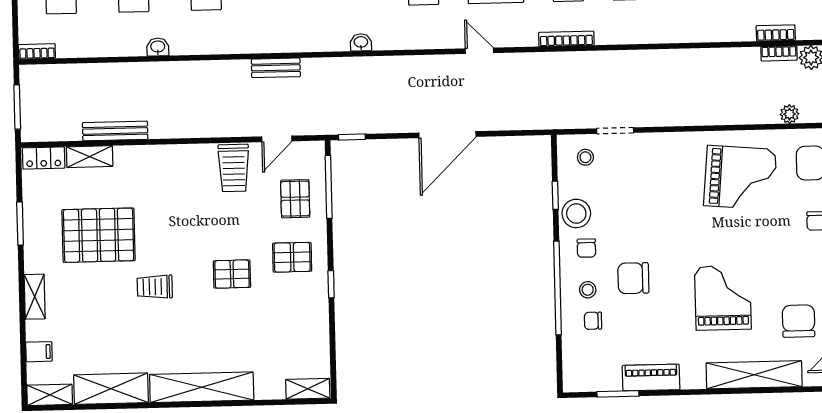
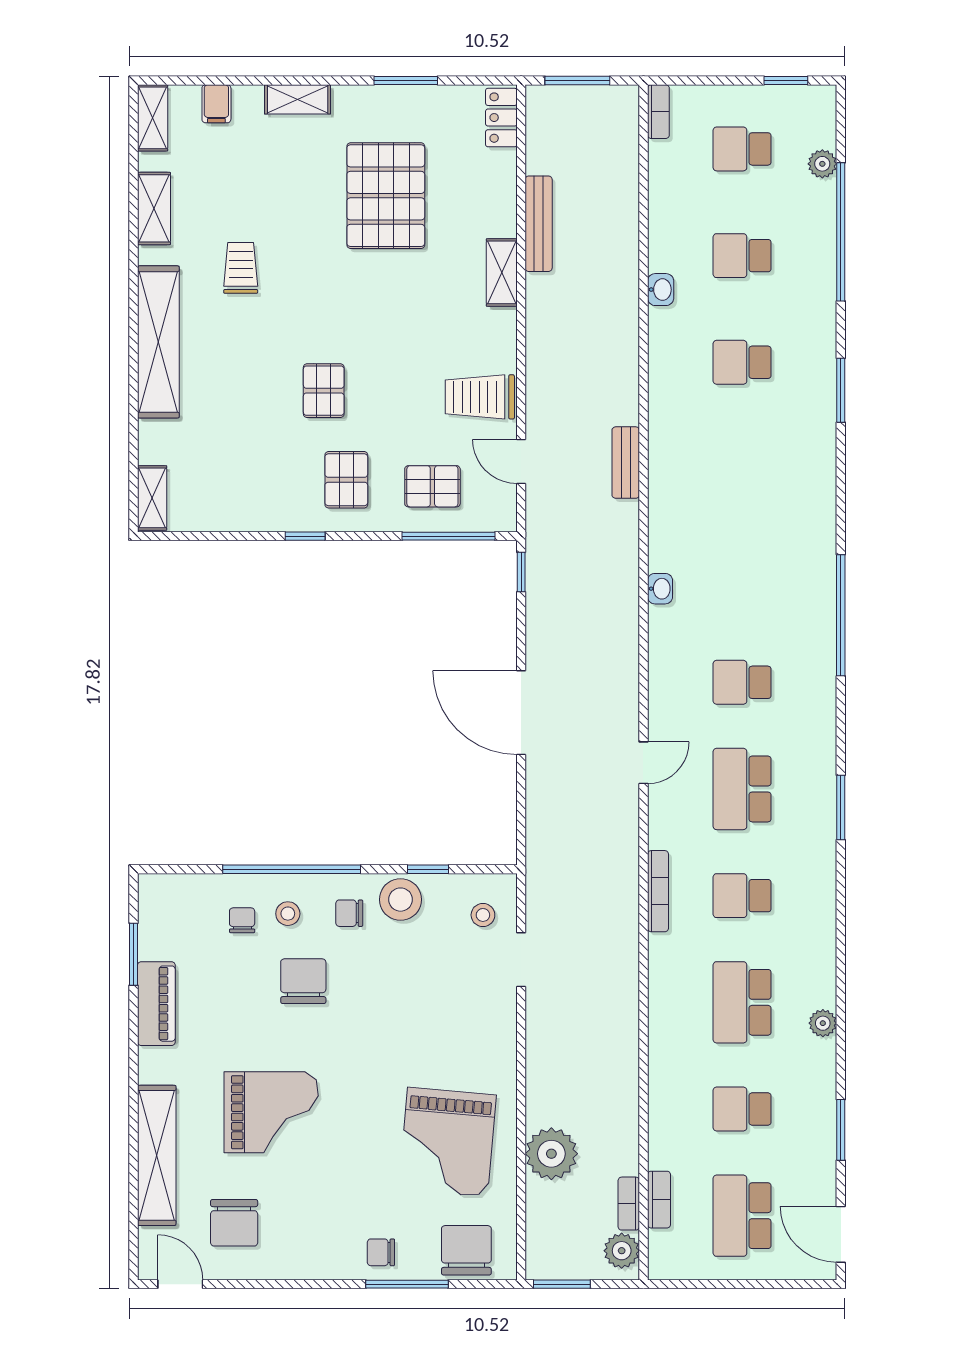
plant: (790, 114) -> (551, 1154), moved, width x1.87, depth x1.87
shelving: (90, 157) -> (502, 272), moved
trolley: (155, 287) -> (241, 268), moved
chair: (799, 321) -> (234, 1223), turned 90
shelving: (111, 389) -> (154, 208), width x0.67, depth x0.75

